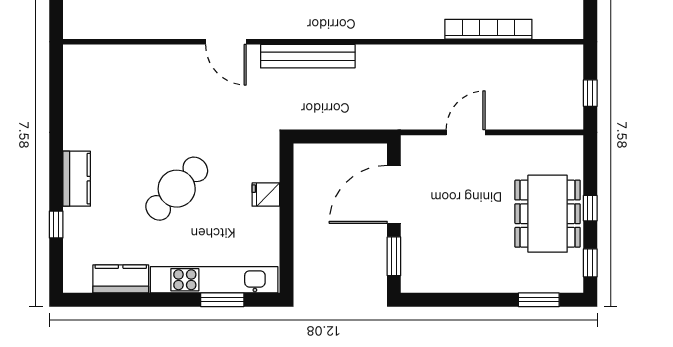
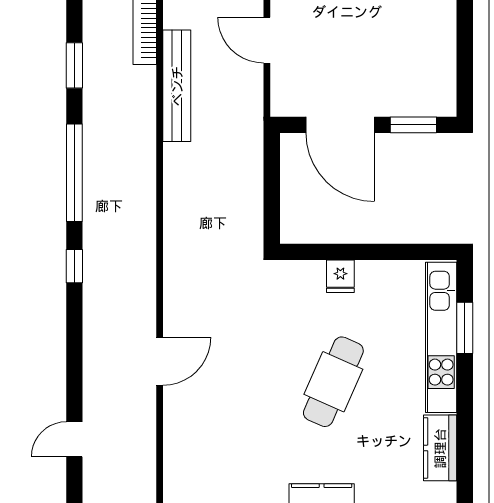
door: (226, 42) -> (160, 361), moved
bench: (308, 56) -> (177, 86), moved
cafe table: (177, 189) -> (333, 382), turned 70

